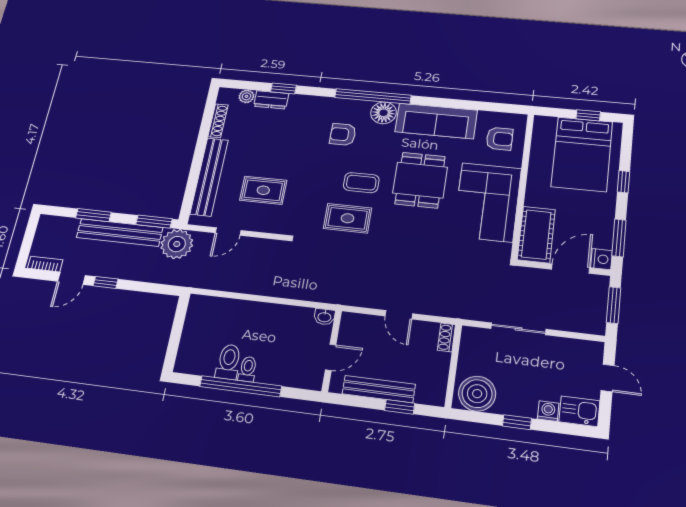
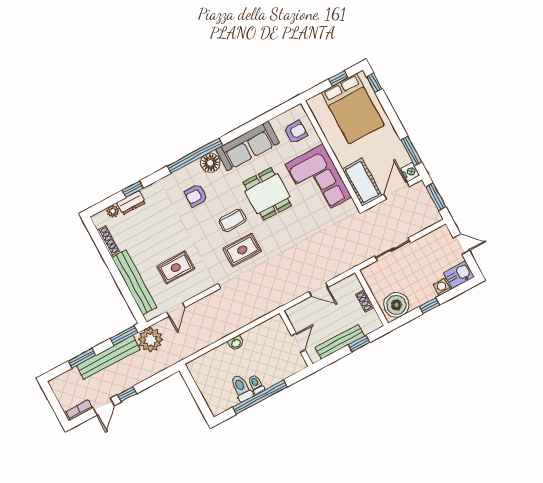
window: (623, 182) -> (374, 83), moved
washbasin: (324, 317) -> (236, 343), moved
shoe rack: (446, 337) -> (365, 301), moved

